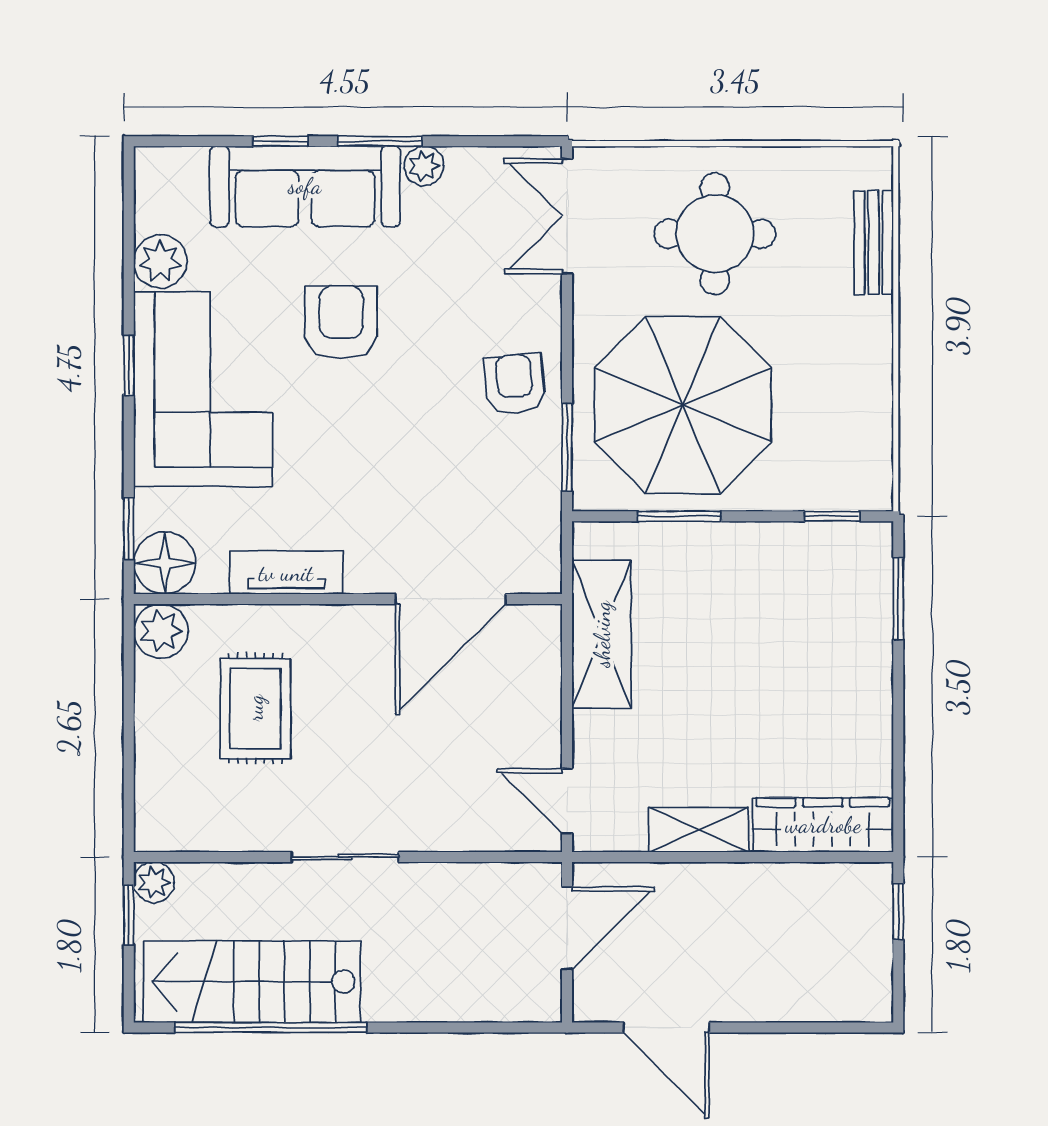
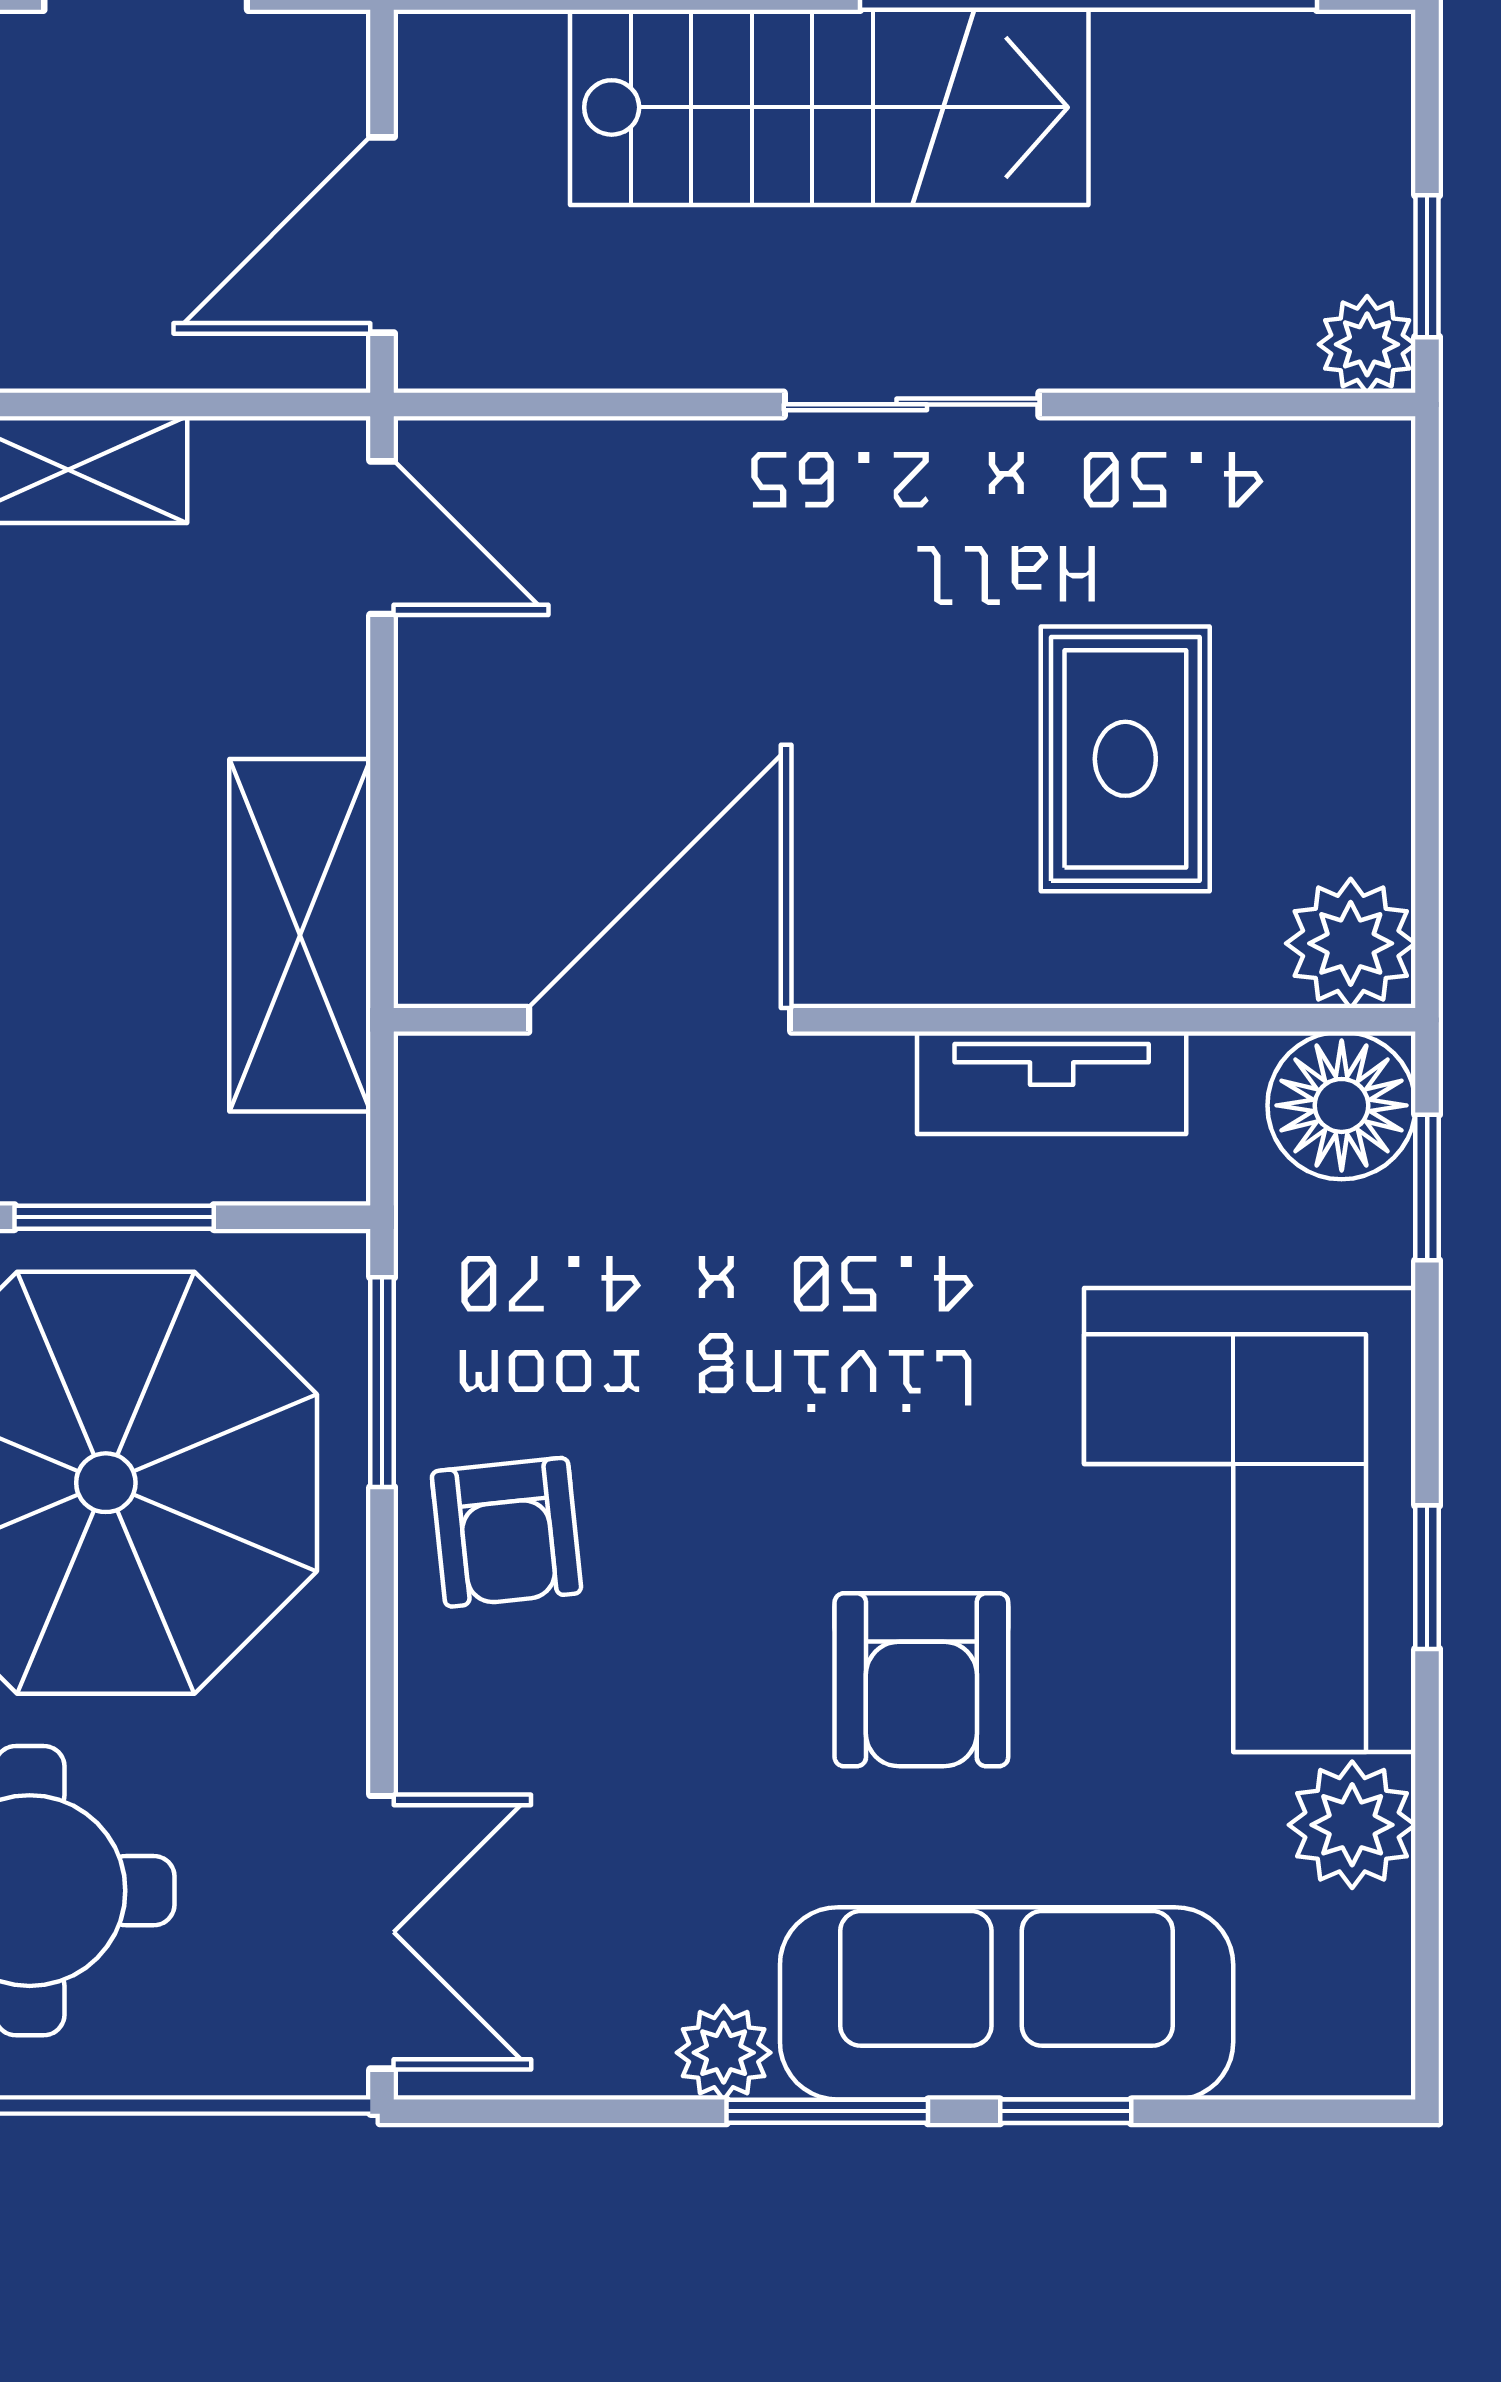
stairs: (252, 982) -> (829, 107), moved

